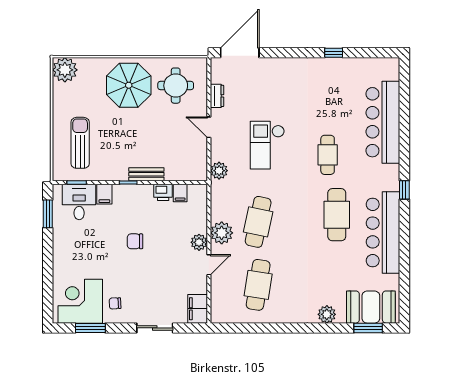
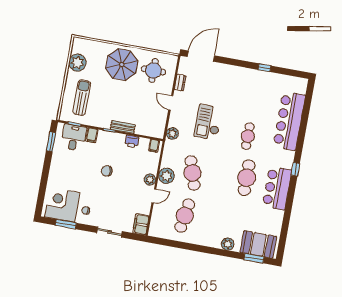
plant: (65, 70) -> (77, 63), moved
filing cabinet: (180, 193) -> (154, 146), moved
cafe table: (258, 222) -> (192, 173), turned -30
bar counter: (383, 232) -> (277, 188), width x0.73

